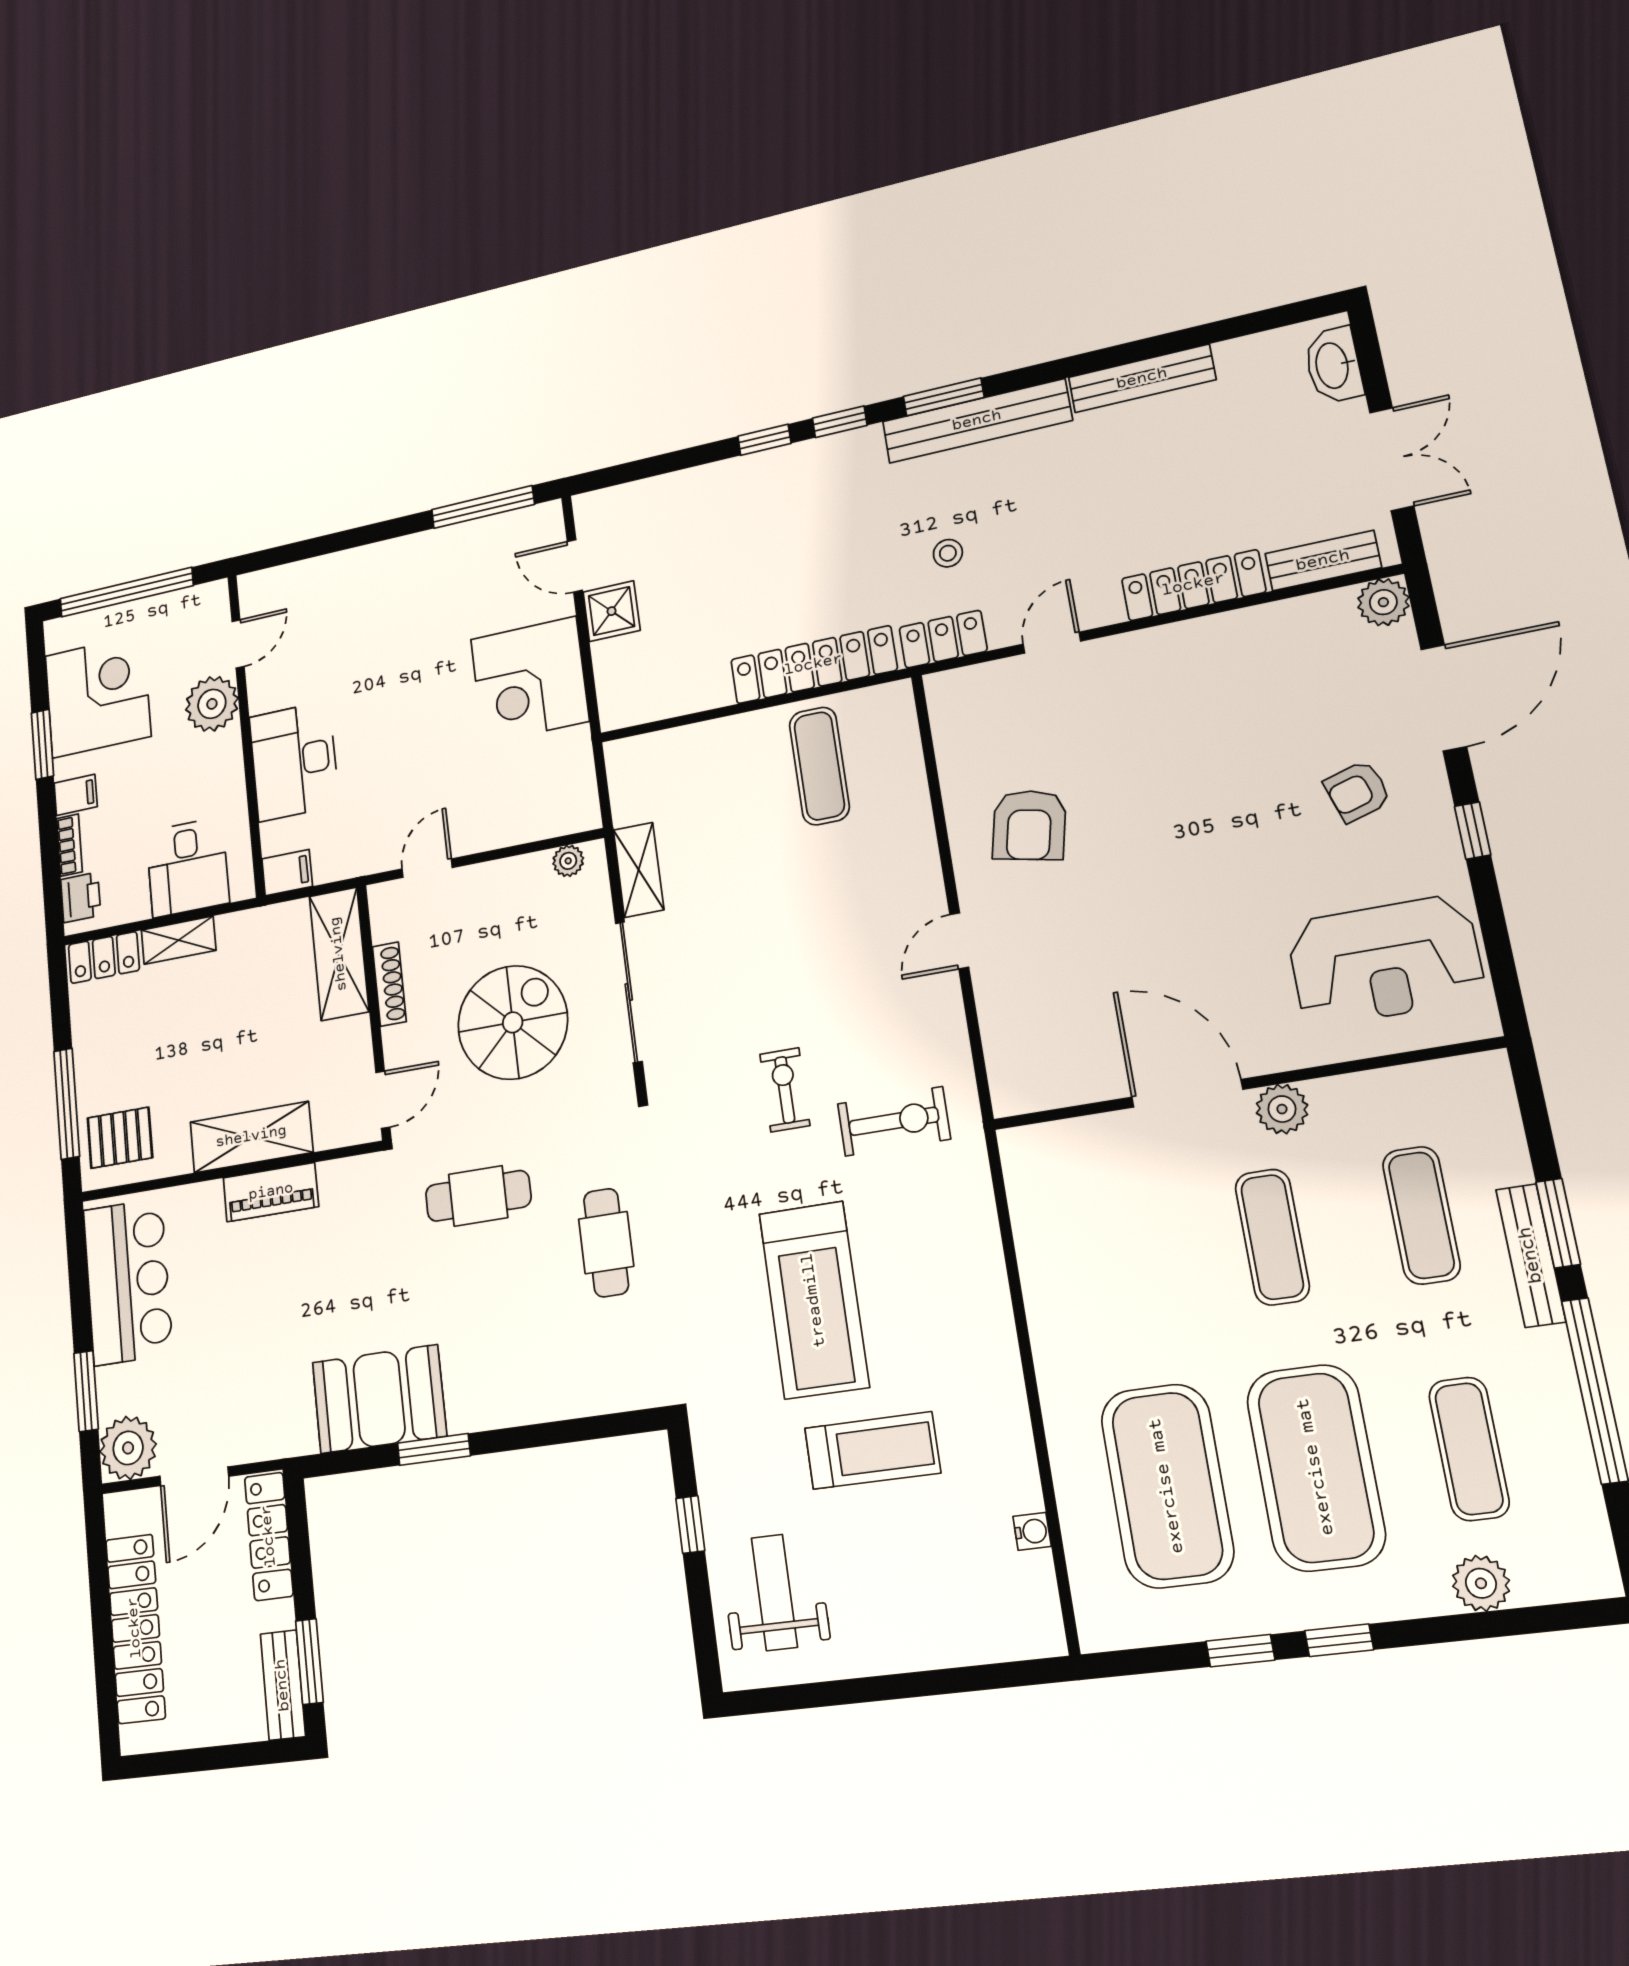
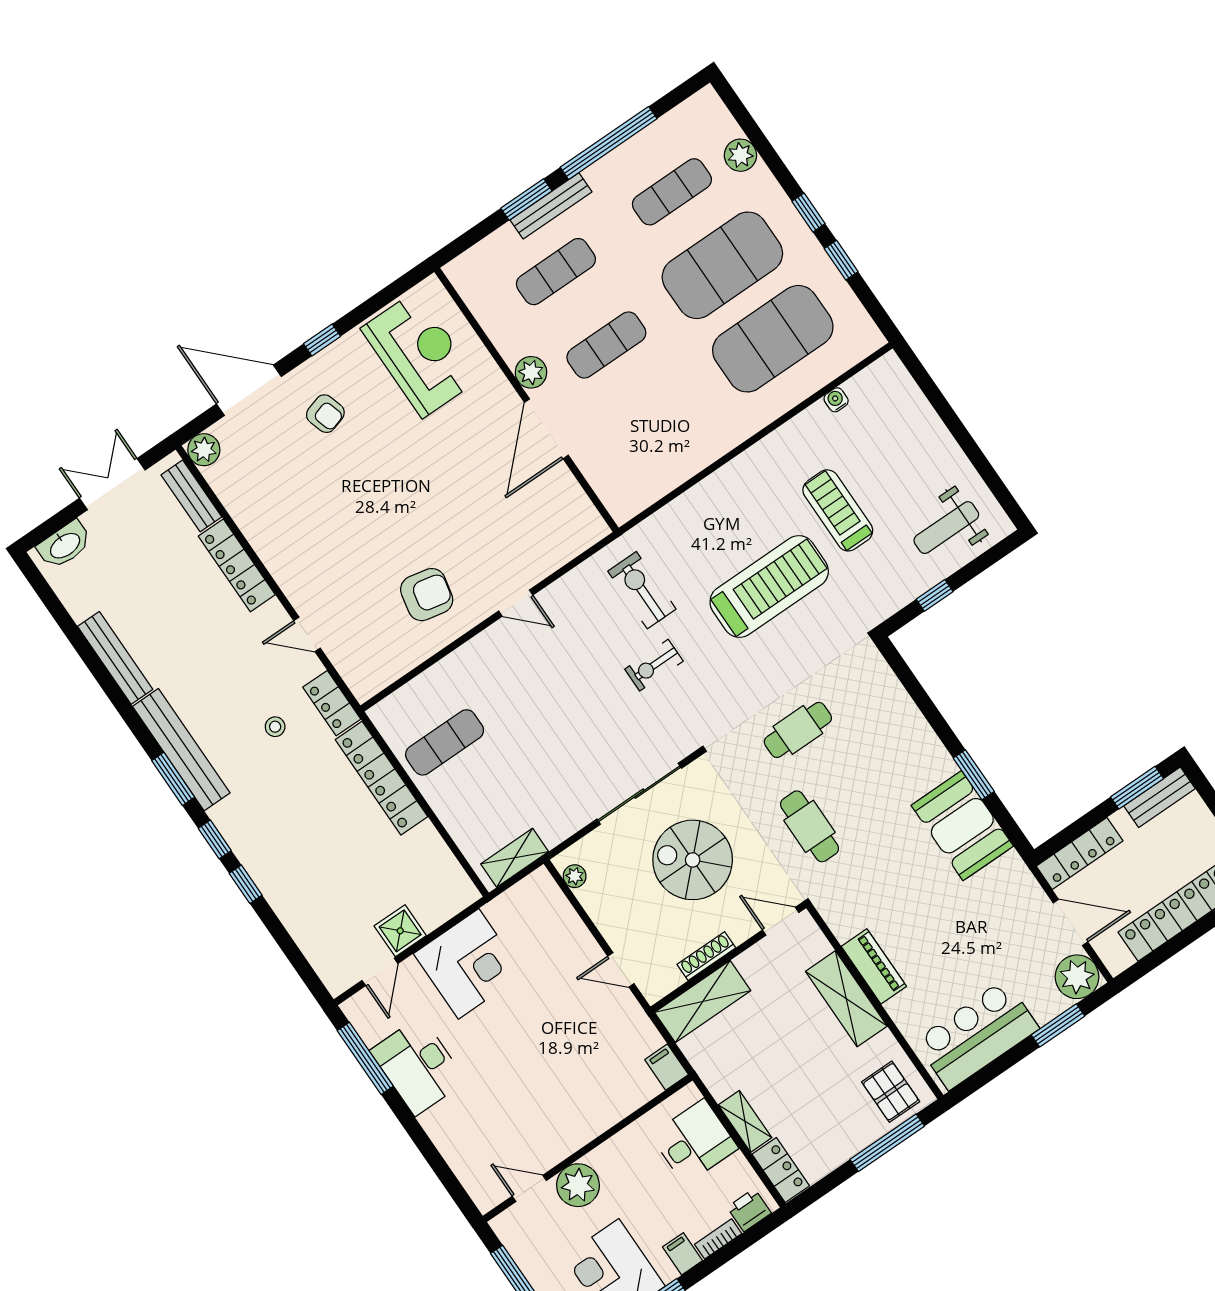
desk: (294, 761) -> (418, 1066), moved, turned 90
shelving: (639, 870) -> (515, 858), moved

